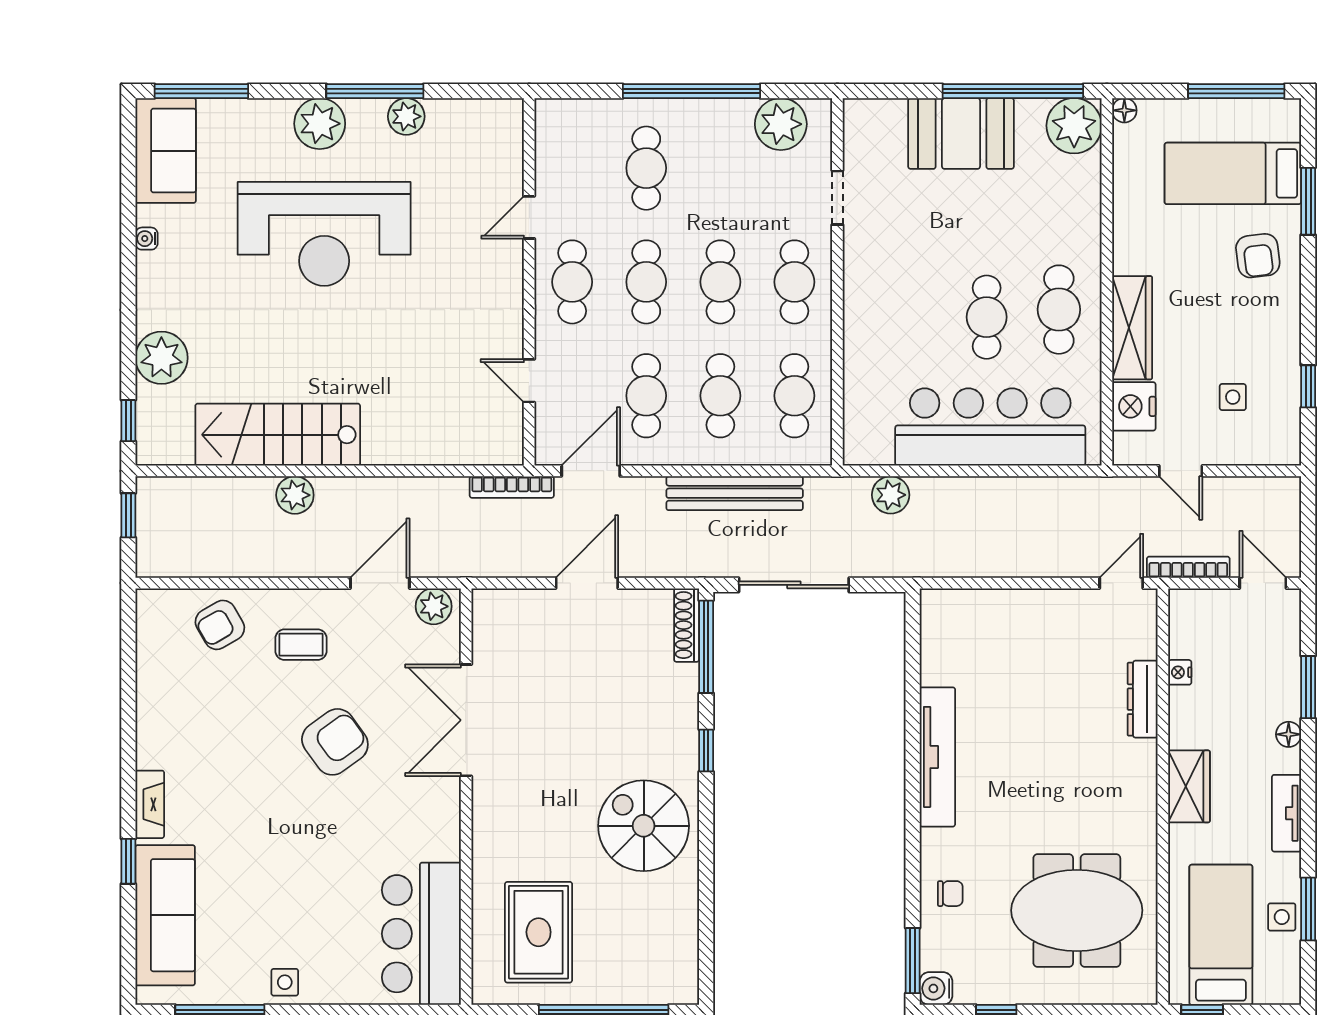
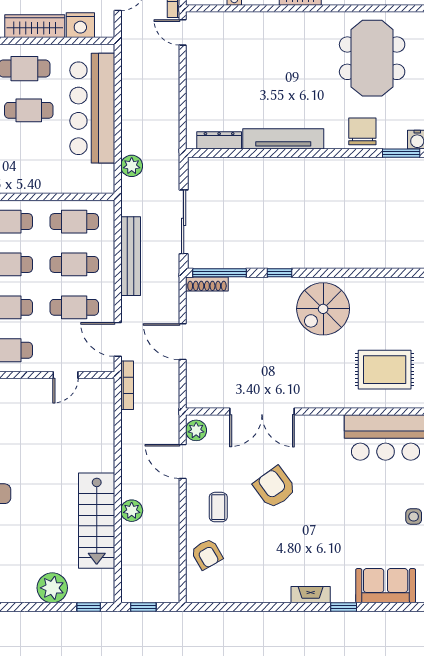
dresser: (1143, 699) -> (219, 140), moved, turned 180
chair: (950, 894) -> (362, 131), width x1.87, depth x1.87
sofa: (165, 915) -> (386, 586), width x0.73

